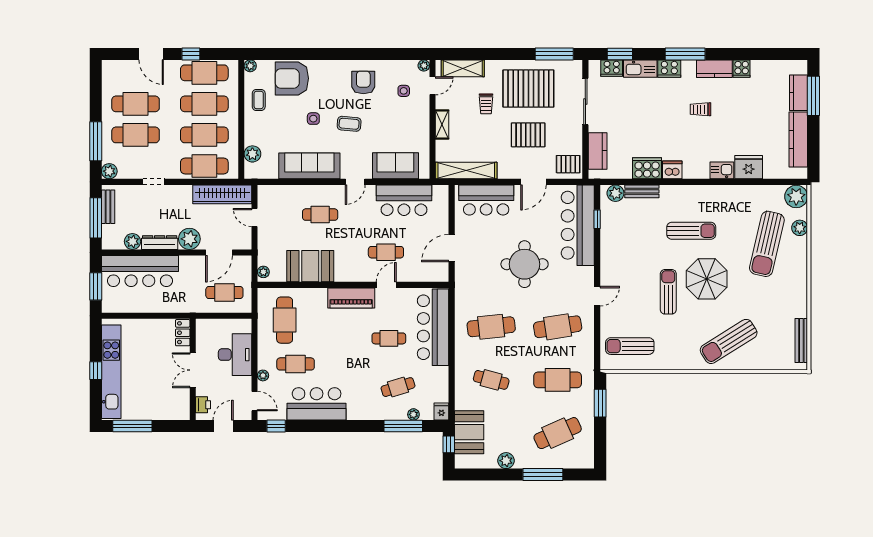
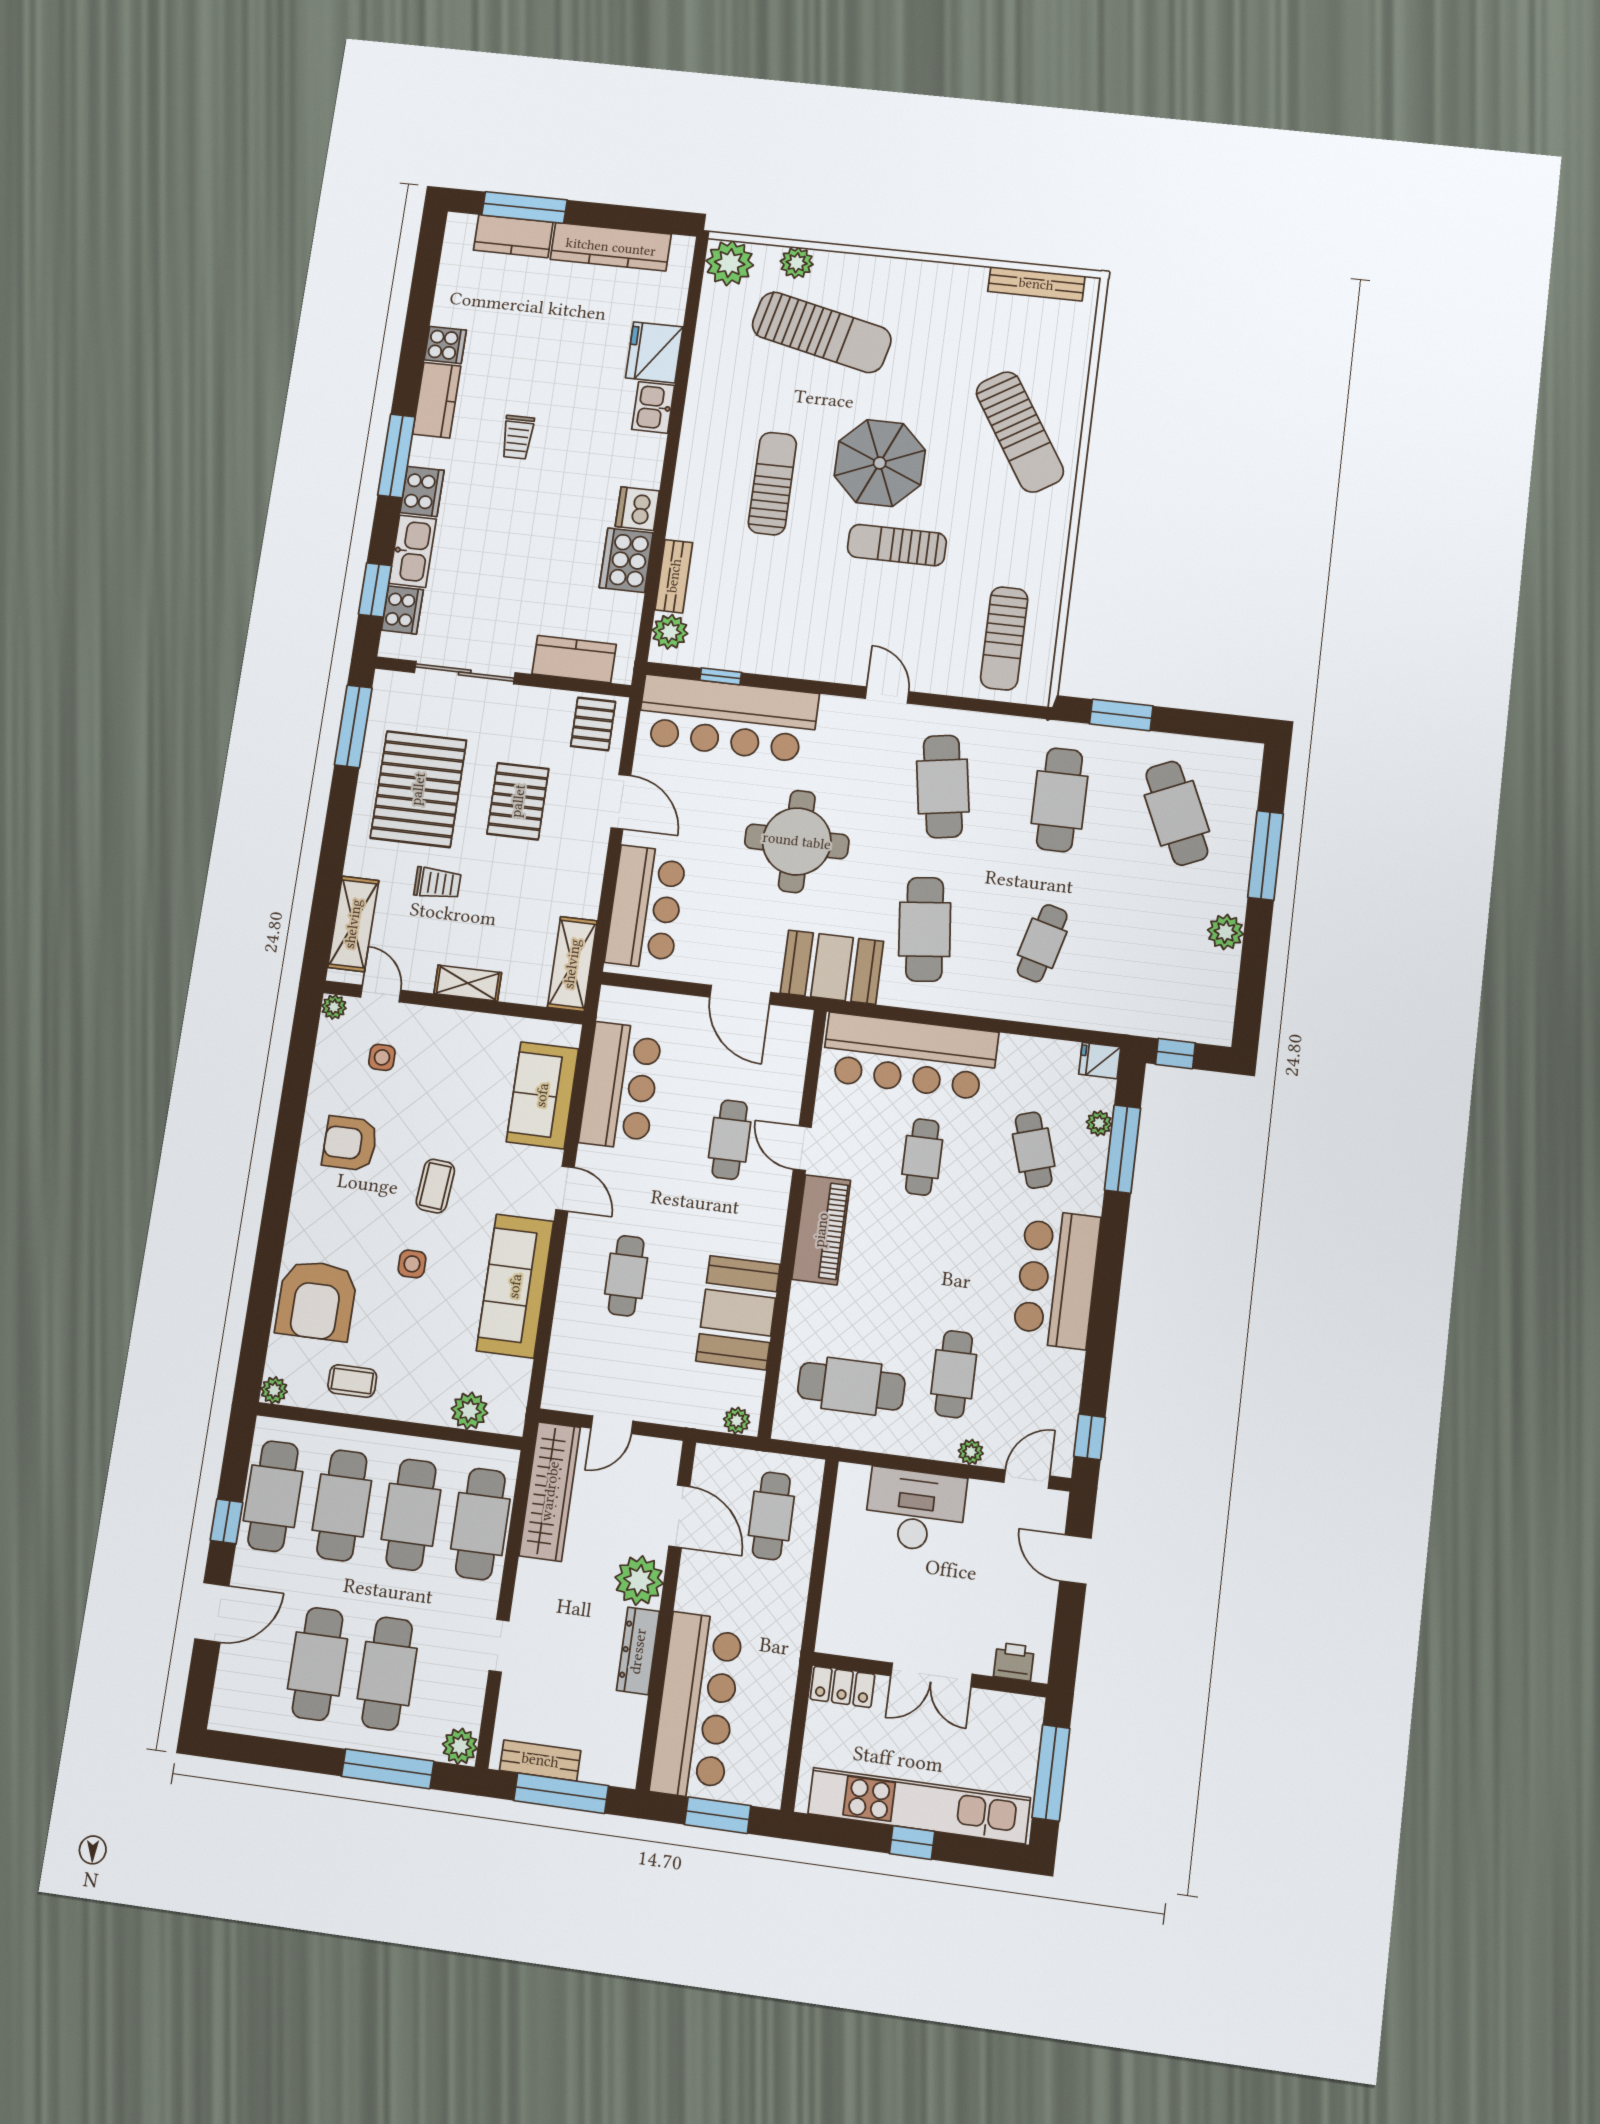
shelving: (466, 171) -> (572, 964), width x0.68
plant: (132, 241) -> (627, 1714), removed
locker: (183, 333) -> (842, 1687), moved
wall: (193, 369) -> (930, 1675), moved
double door: (193, 370) -> (931, 1675), moved
bar counter: (317, 404) -> (1057, 1279), moved
printer: (203, 405) -> (1014, 1662), moved
booth: (469, 432) -> (832, 967), moved

